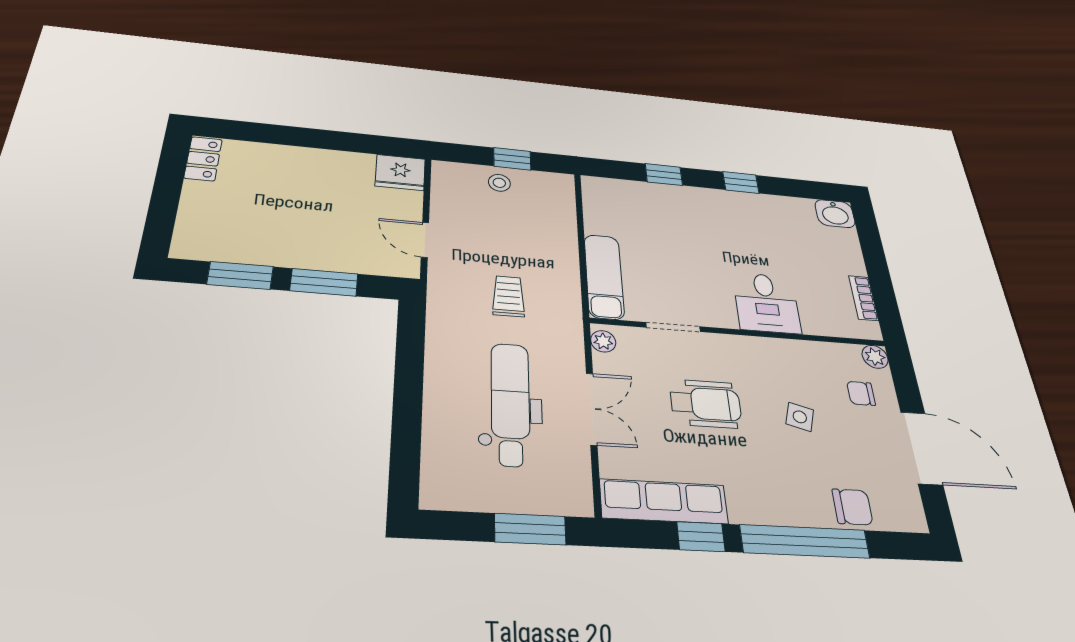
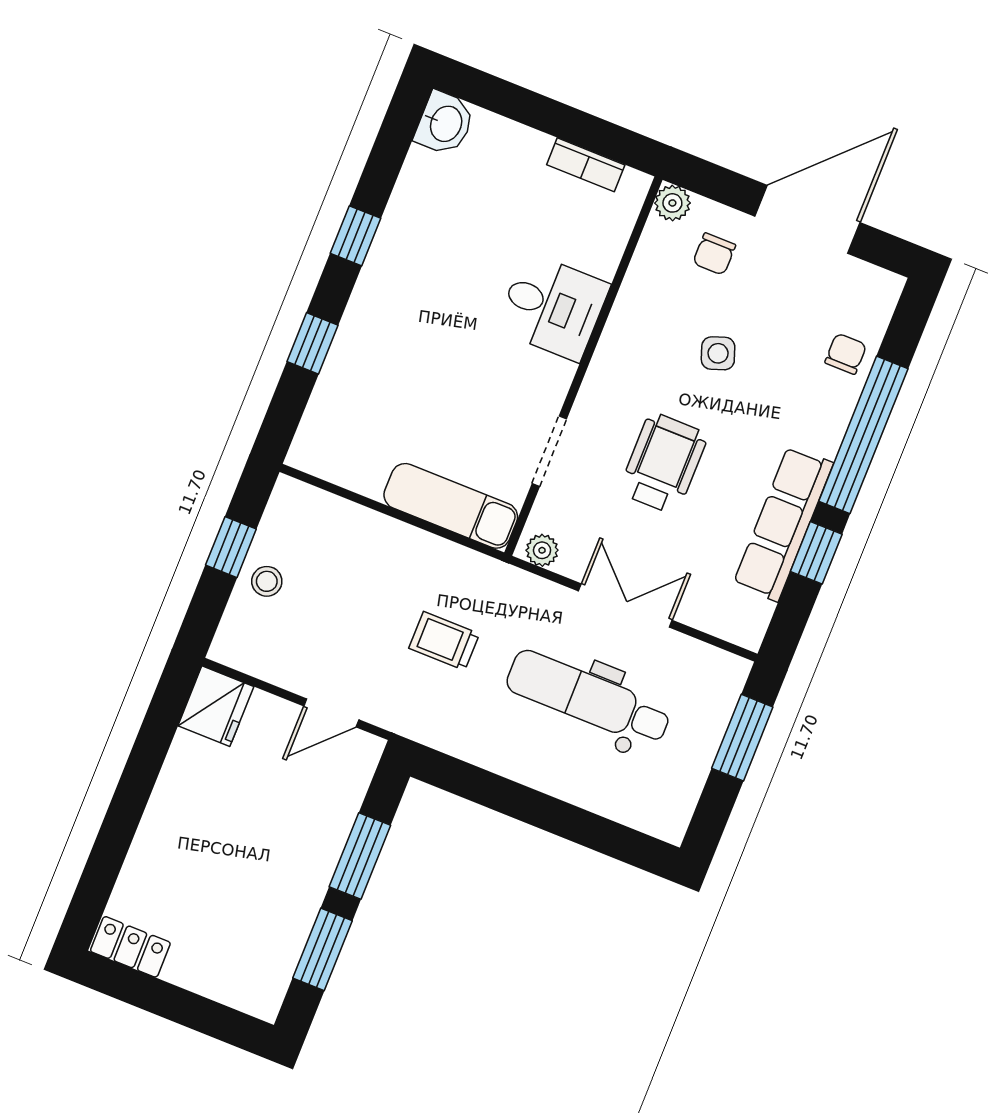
side table: (800, 417) -> (718, 353), turned -36
row of seats: (664, 501) -> (783, 524), moved
chair: (852, 507) -> (846, 354), width x0.73, depth x0.73

